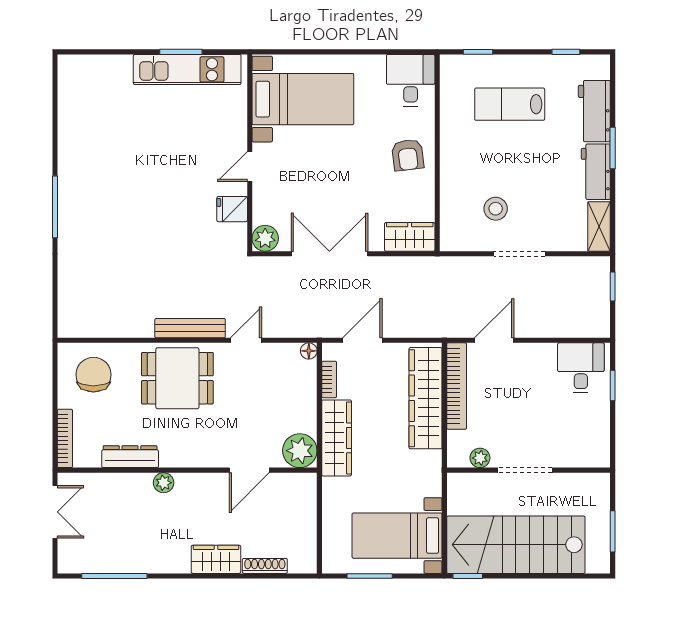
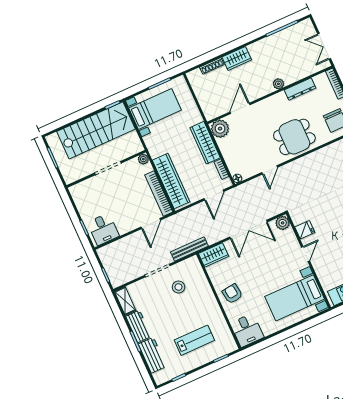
bench: (190, 328) -> (189, 249), moved
plant: (480, 458) -> (143, 159), moved

